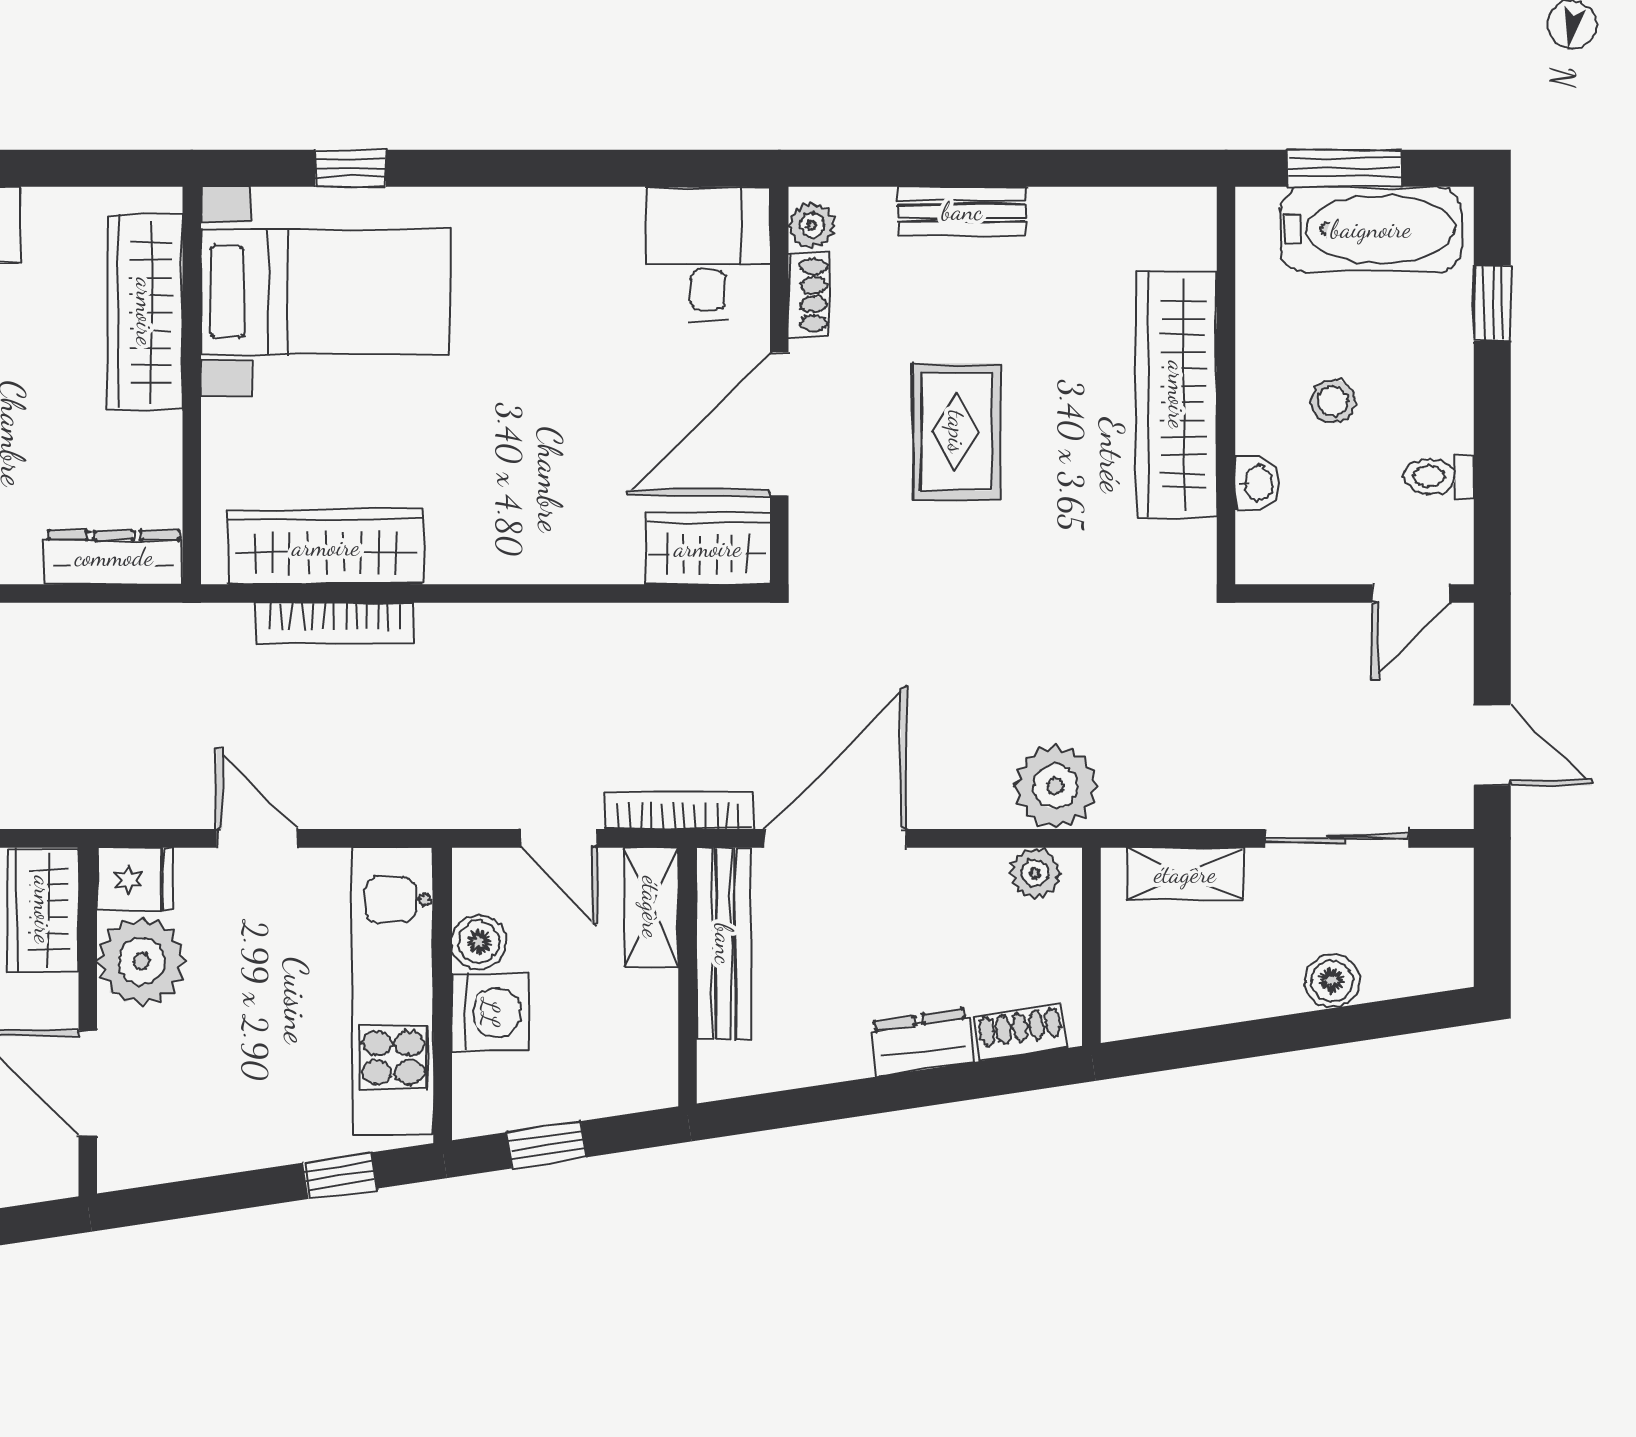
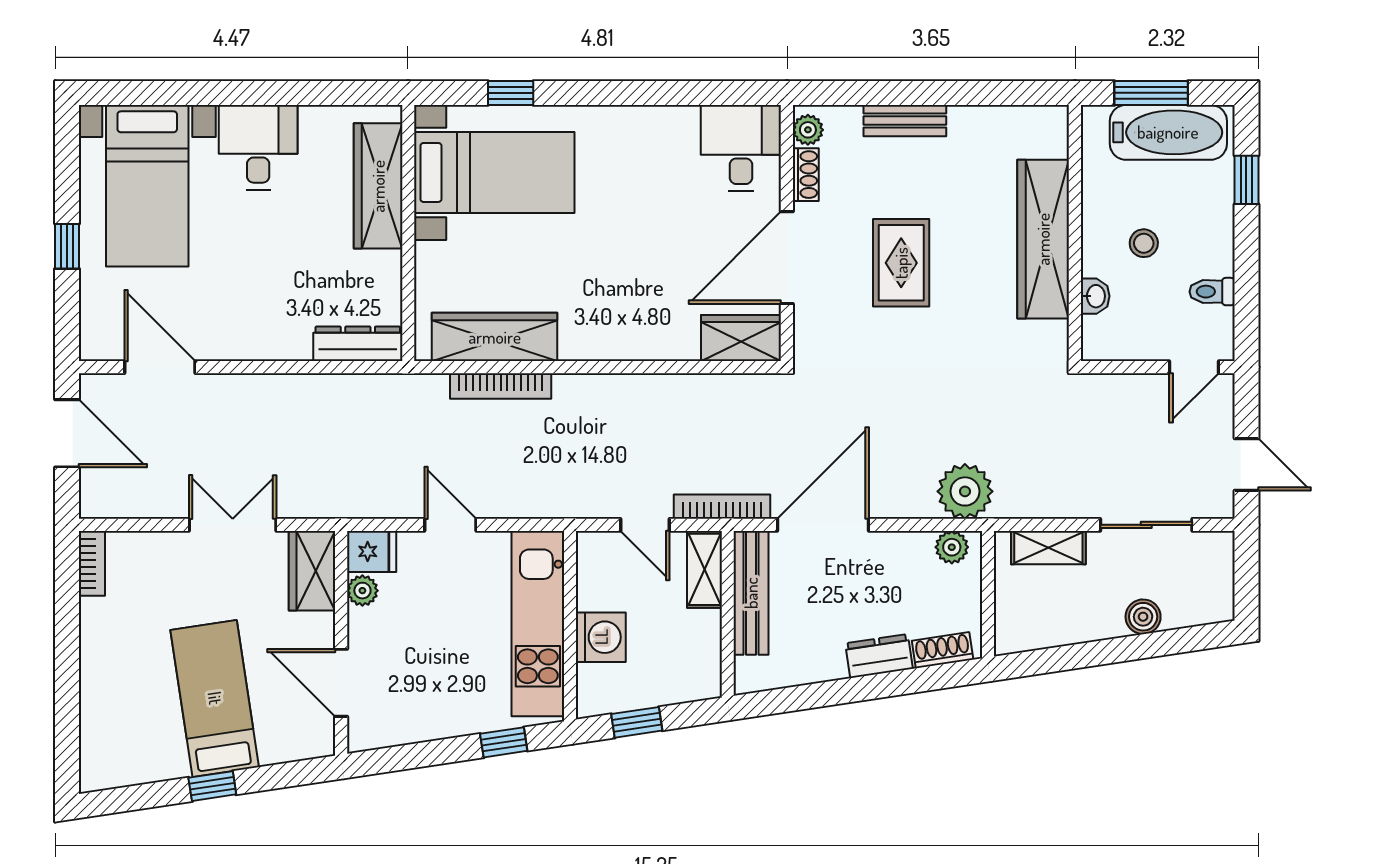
boiler: (479, 942) -> (593, 592), removed
plant: (142, 961) -> (362, 591), width x0.53, depth x0.53

